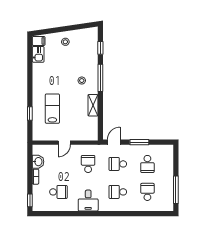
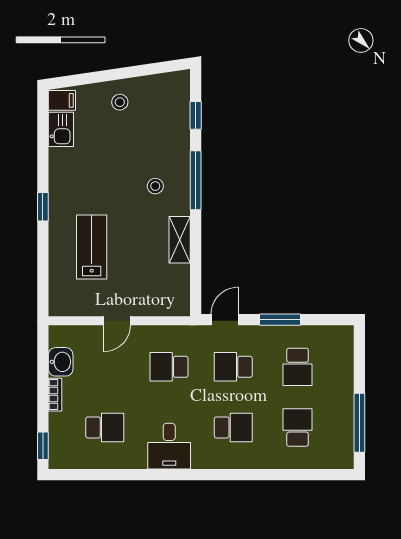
window: (30, 114) -> (43, 207), moved
school desk: (88, 164) -> (169, 367), turned -90
school desk: (118, 192) -> (233, 427), turned 180

